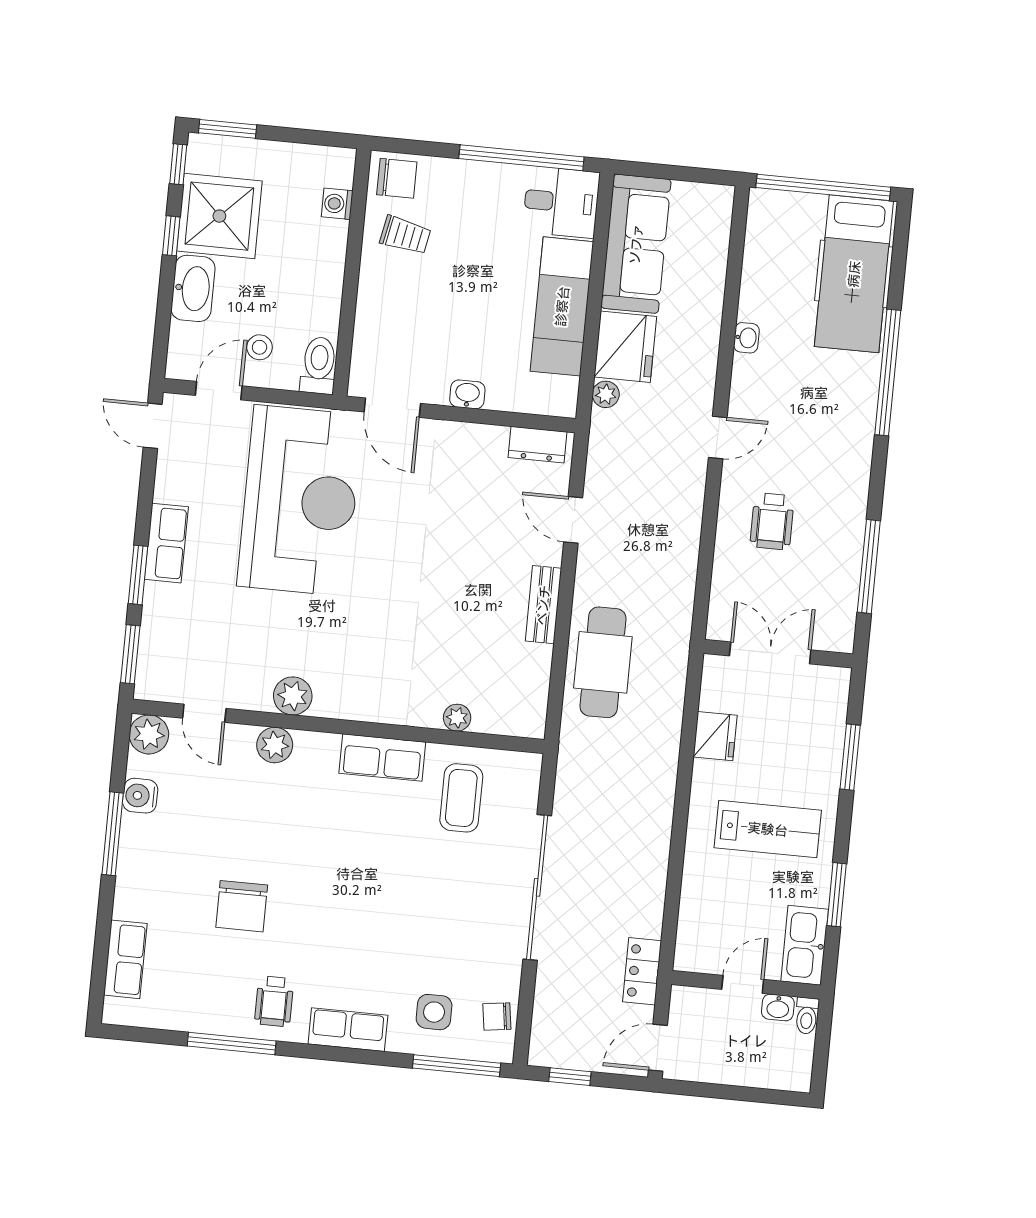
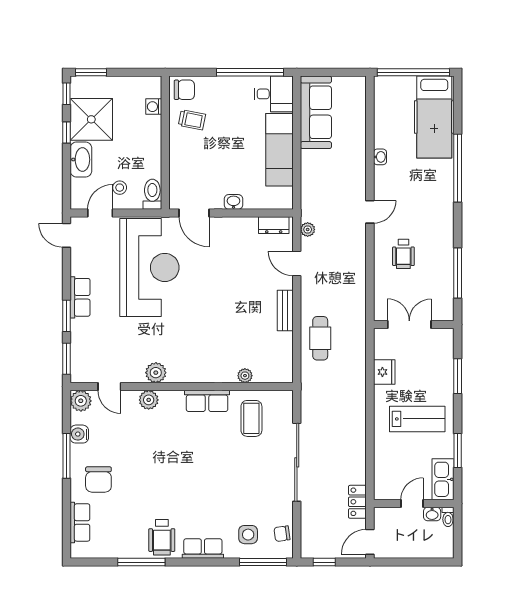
fridge: (625, 347) -> (316, 168), removed
plant: (606, 394) -> (308, 229), moved
cafe table: (603, 662) -> (320, 338), width x0.73, depth x0.74
chair: (242, 906) -> (98, 479), moved
wheelchair: (274, 1001) -> (162, 537), width x1.36, depth x1.37

